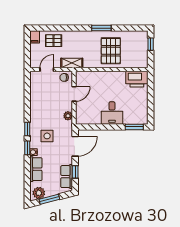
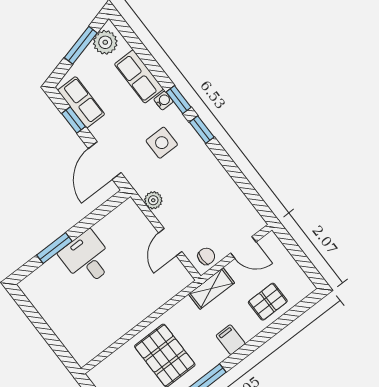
filing cabinet: (35, 37) -> (231, 340), moved
door: (47, 70) -> (243, 248), hinge flipped
printer: (137, 79) -> (89, 342), removed
window: (134, 127) -> (54, 248), moved

